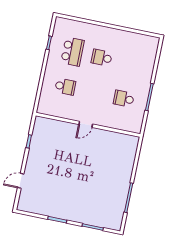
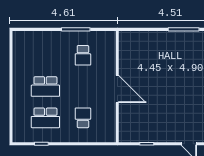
school desk: (72, 52) -> (45, 118), turned 180
school desk: (102, 58) -> (45, 87), width x1.85
door: (86, 124) -> (117, 89), width x1.87

